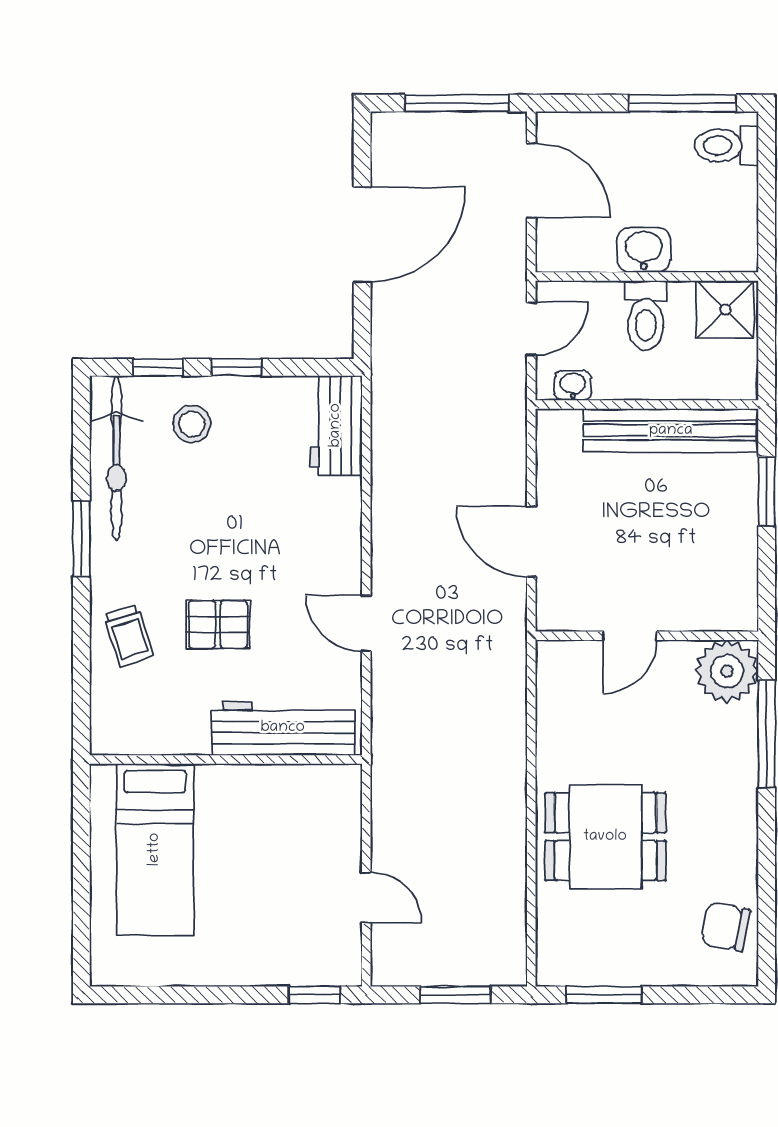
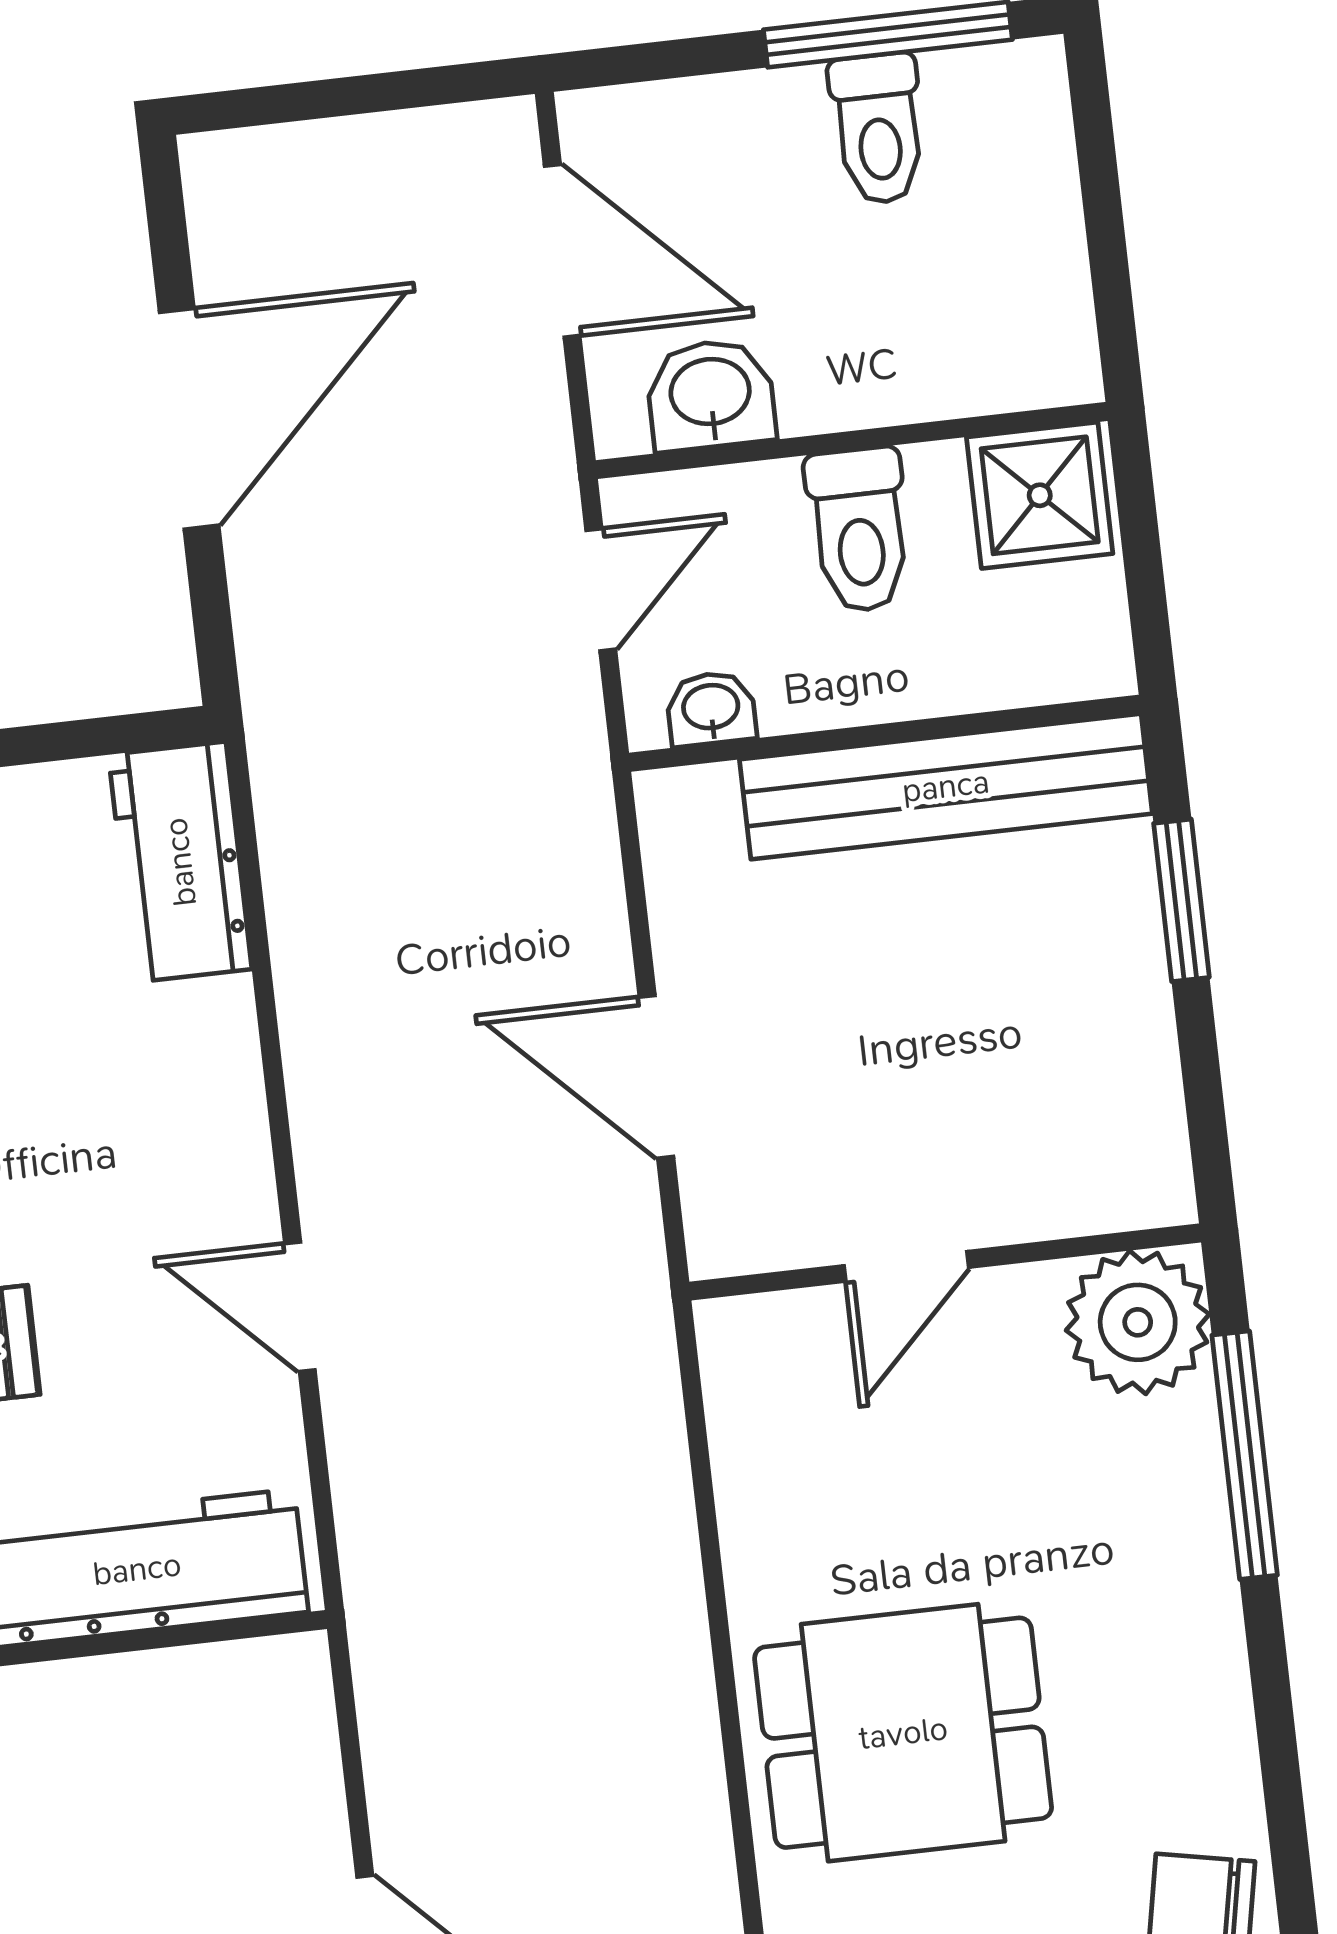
window: (457, 103) -> (372, 93), removed
toilet: (726, 145) -> (878, 129), moved, turned -90
washbasin: (644, 250) -> (710, 395), moved

